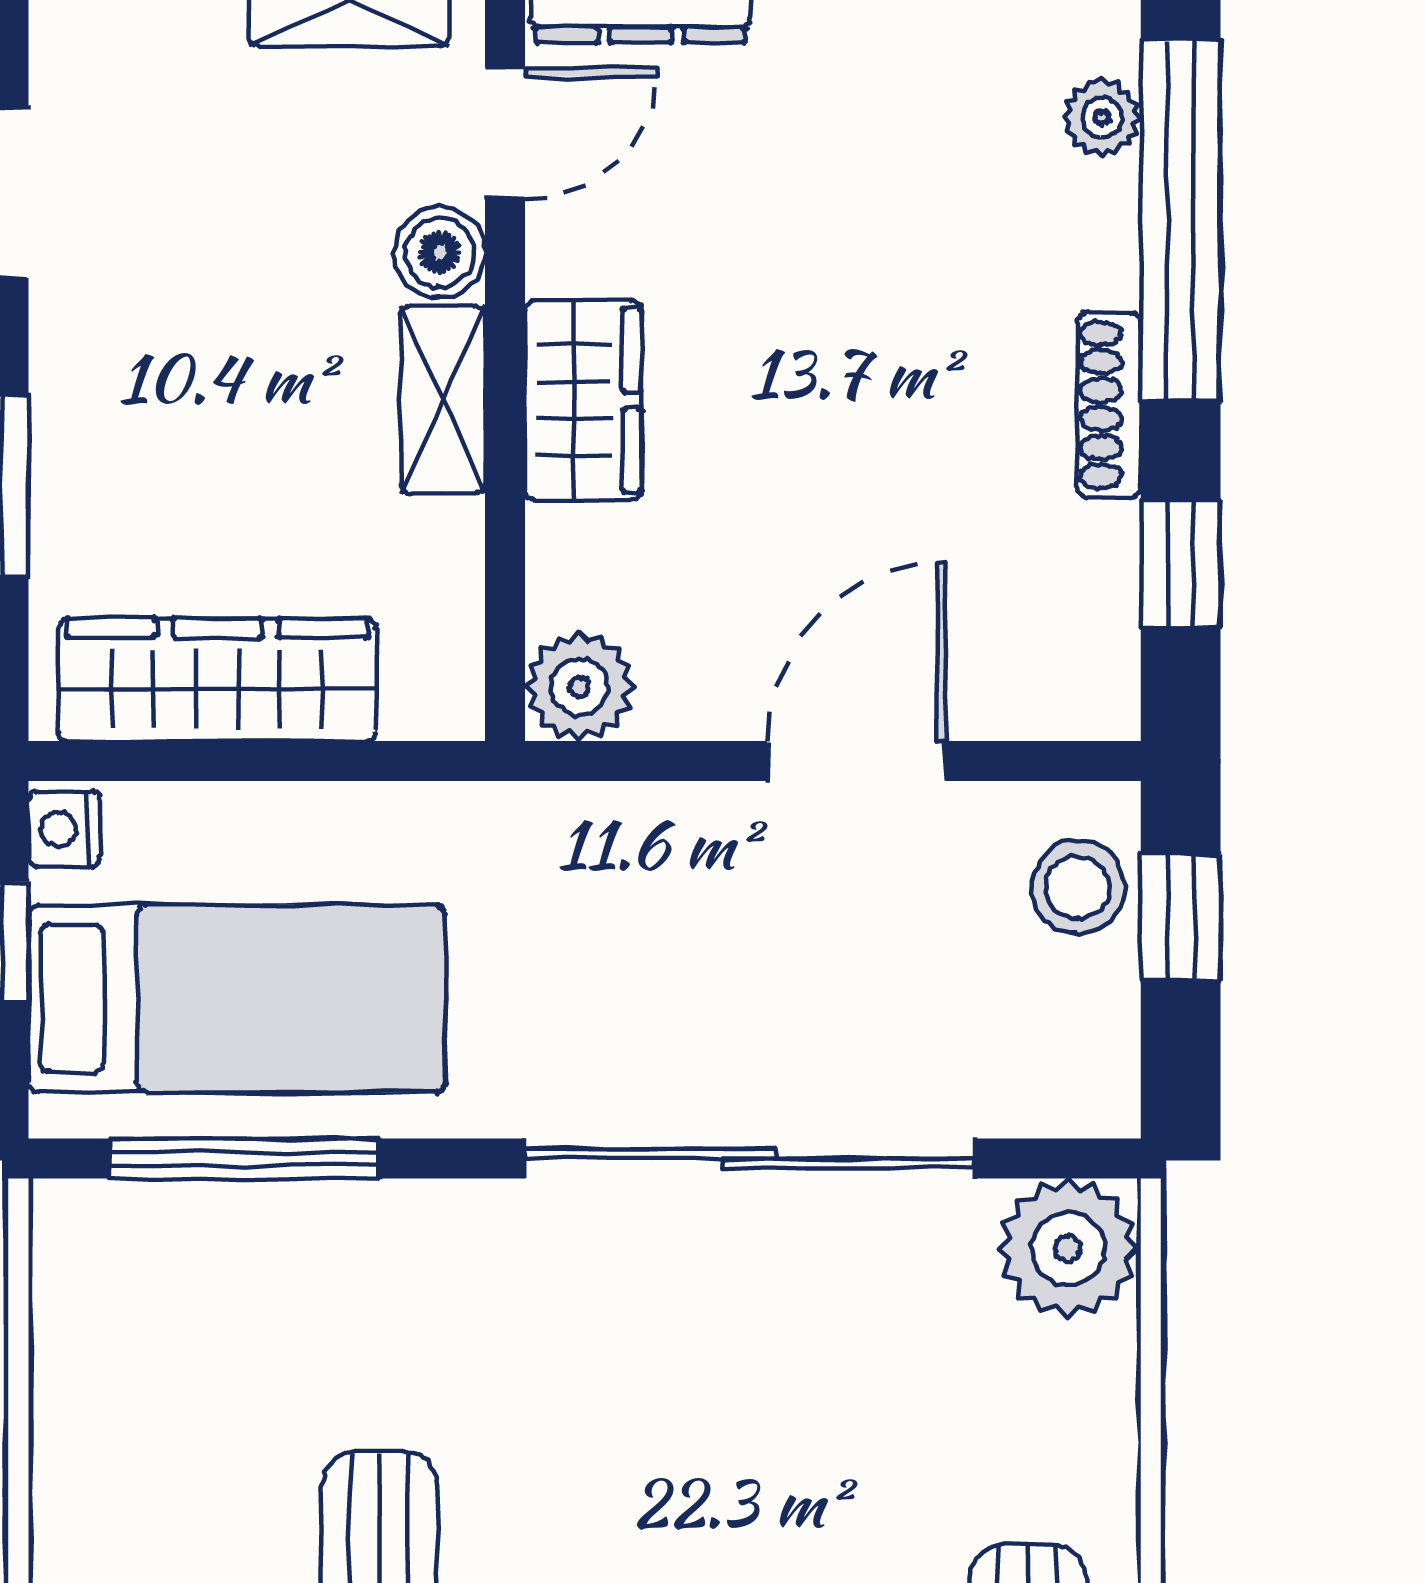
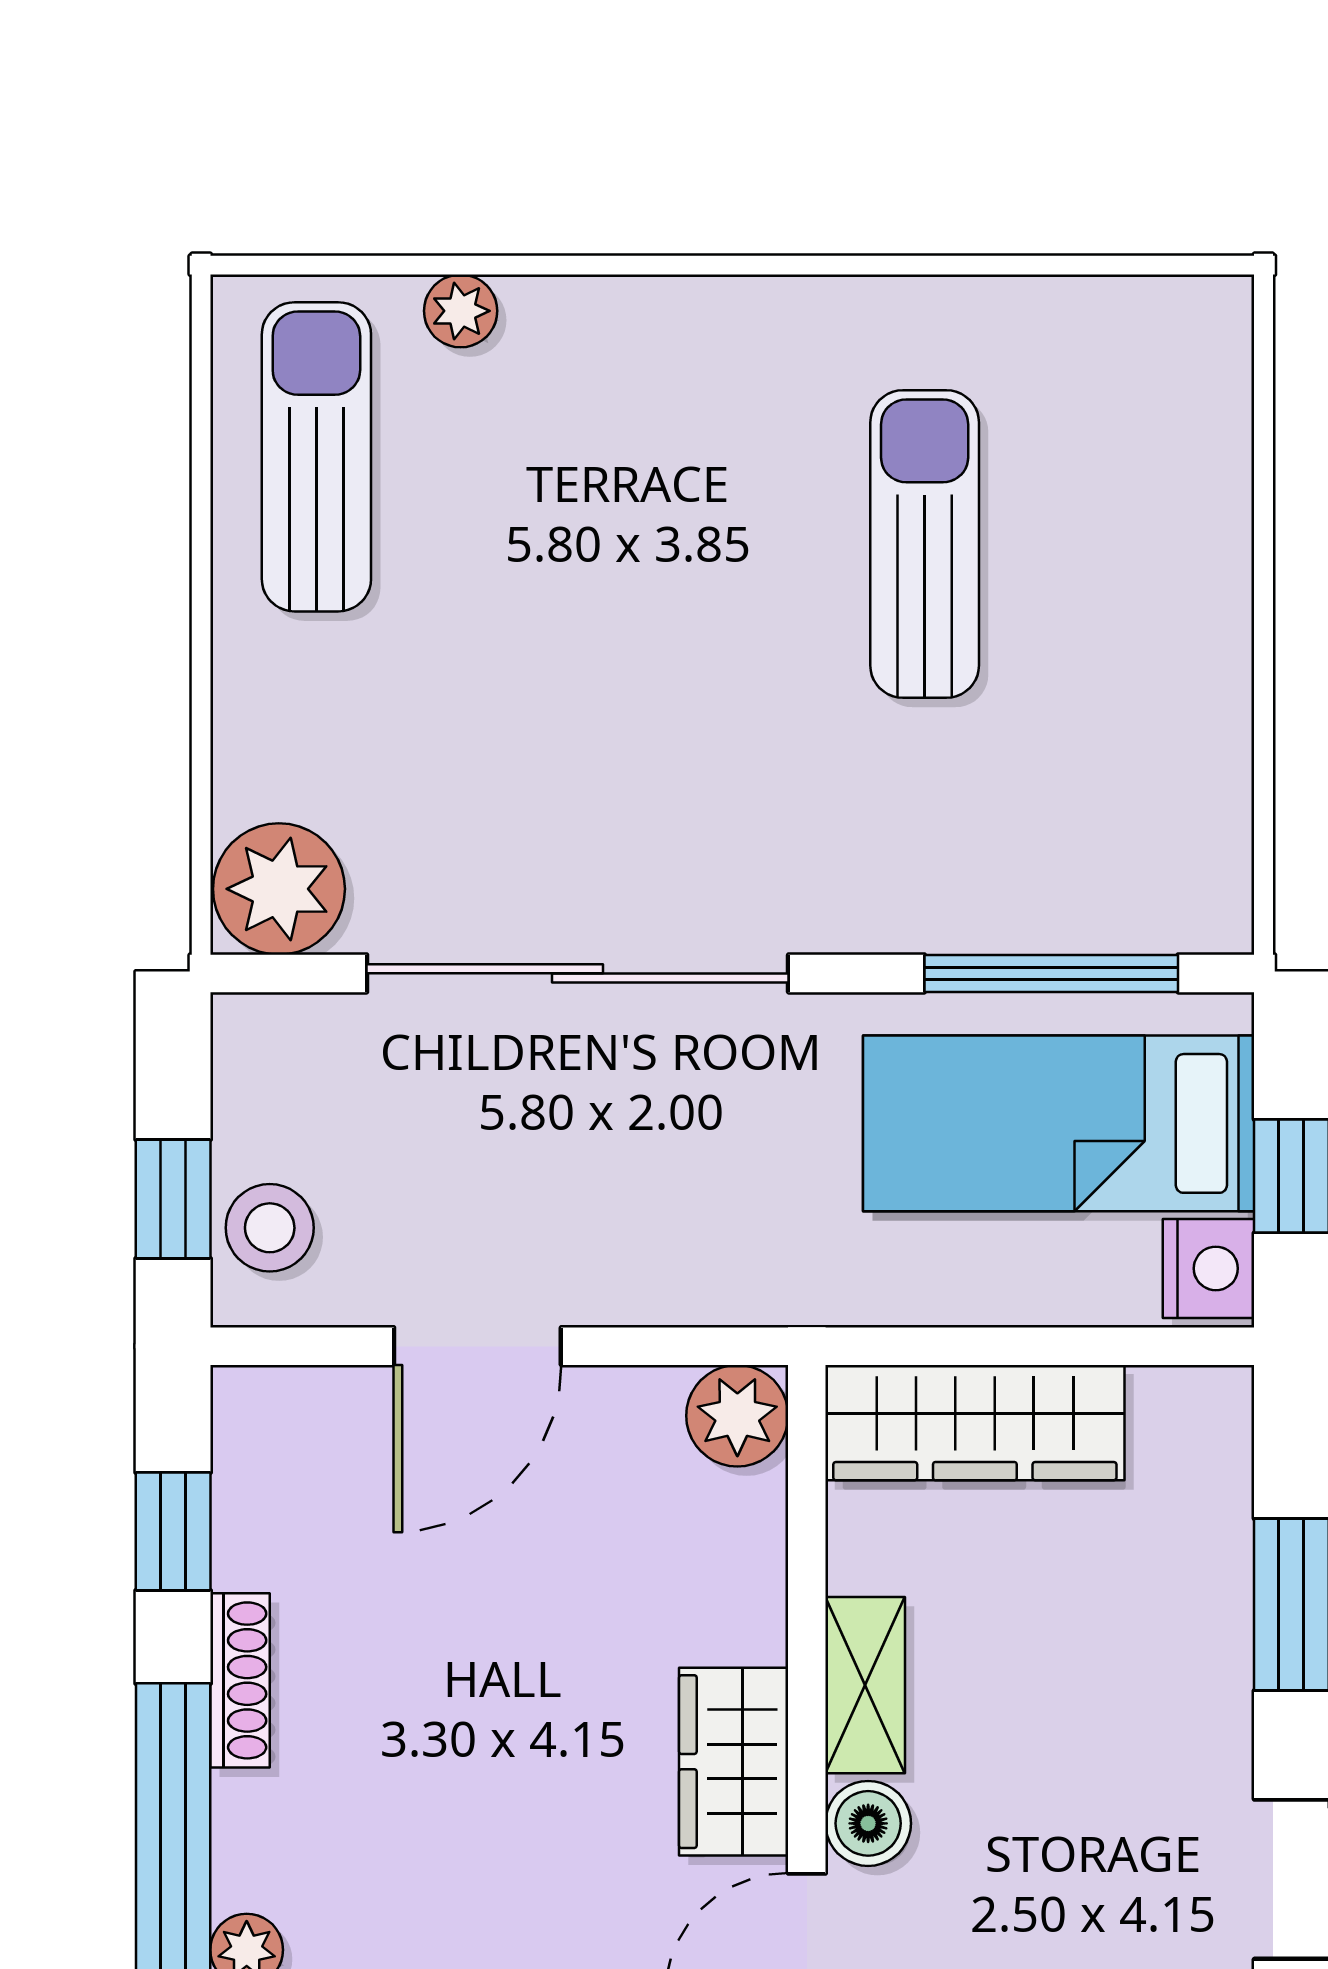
wardrobe: (583, 400) -> (734, 1762), moved
wardrobe: (217, 680) -> (975, 1423), moved
nightstand: (64, 829) -> (1208, 1268), width x1.39, depth x1.35

